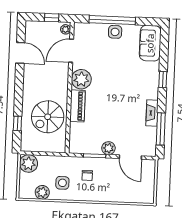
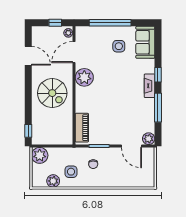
side table: (115, 32) -> (119, 46), moved
piano: (77, 106) -> (82, 128), moved
fireplace: (152, 113) -> (149, 86), moved
spiral stairs: (48, 117) -> (52, 93), moved, turned -90
window: (17, 123) -> (28, 131), moved
window: (161, 129) -> (158, 108), moved
plant: (108, 148) -> (149, 139), moved

